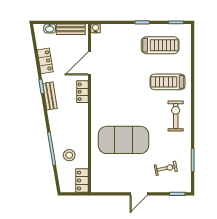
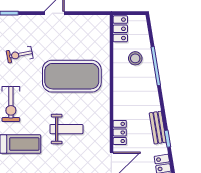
weight bench: (128, 95) -> (66, 129), added
exercise bike: (166, 168) -> (20, 55), moved

